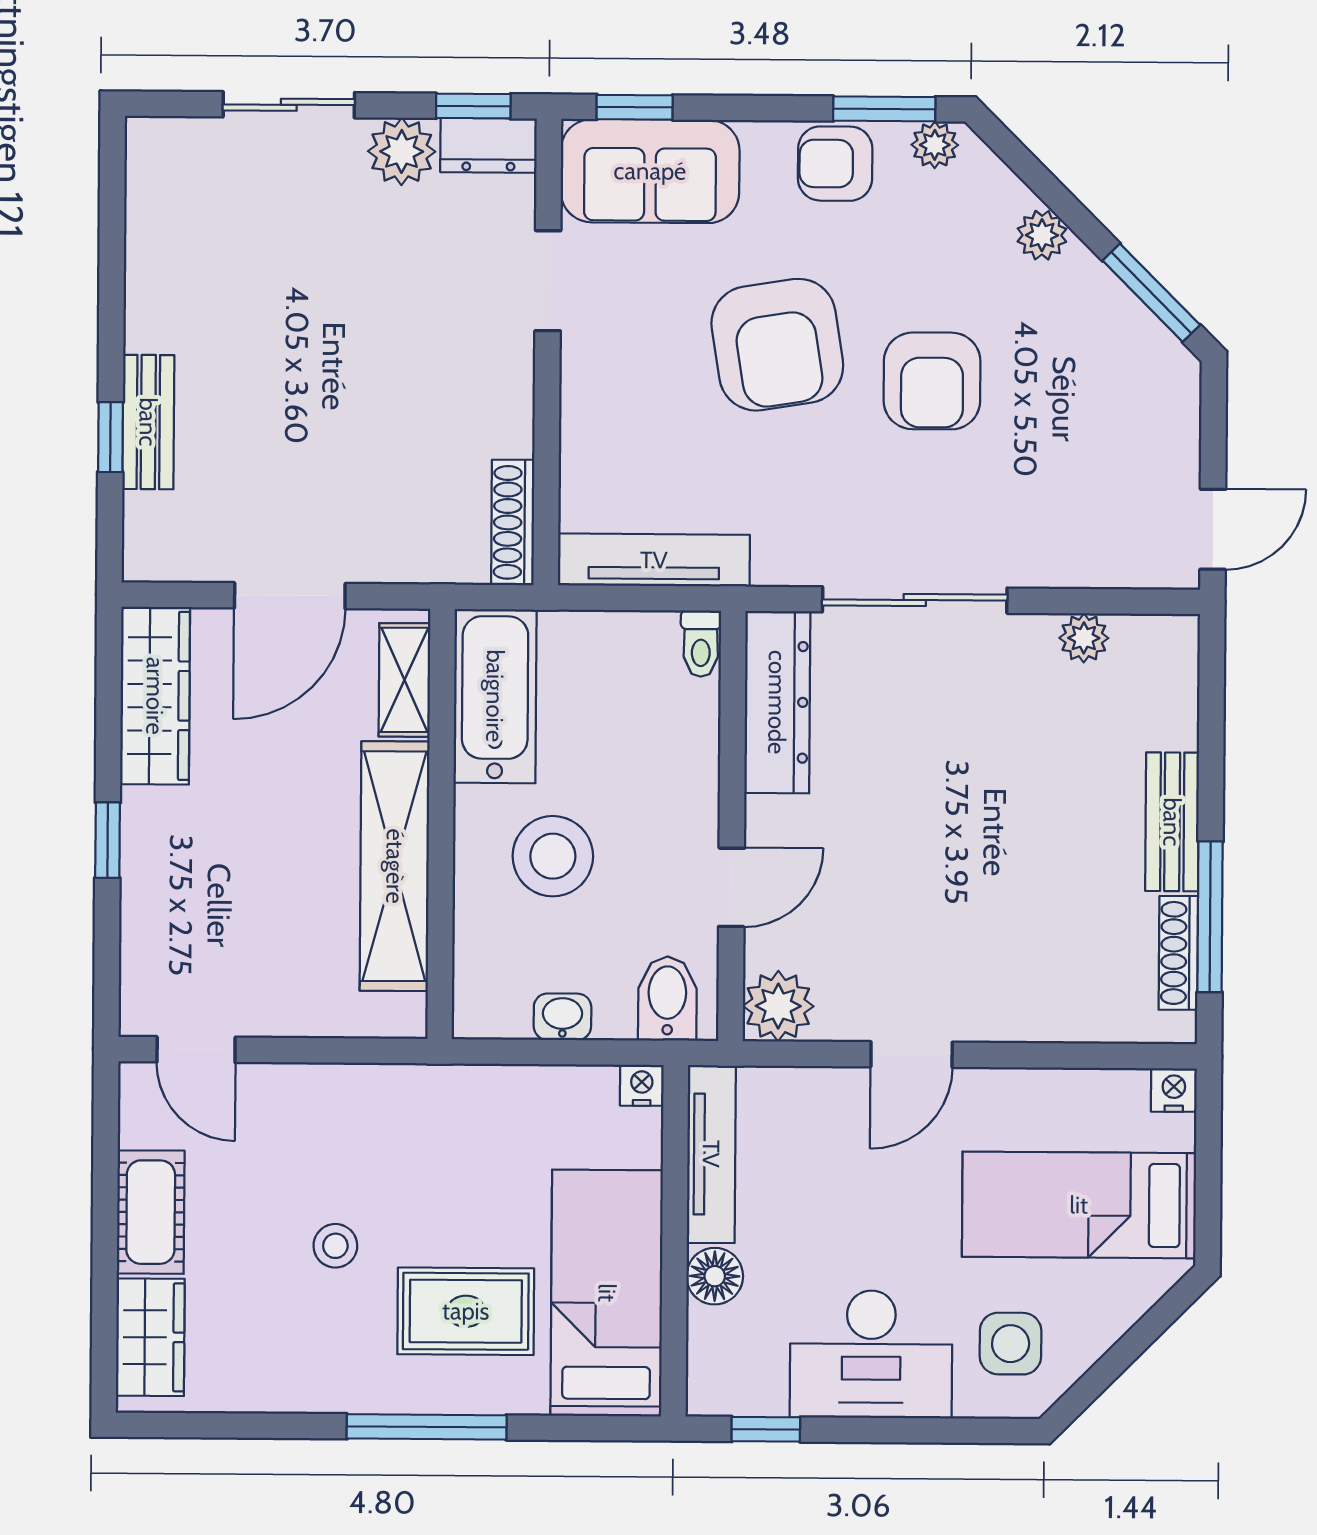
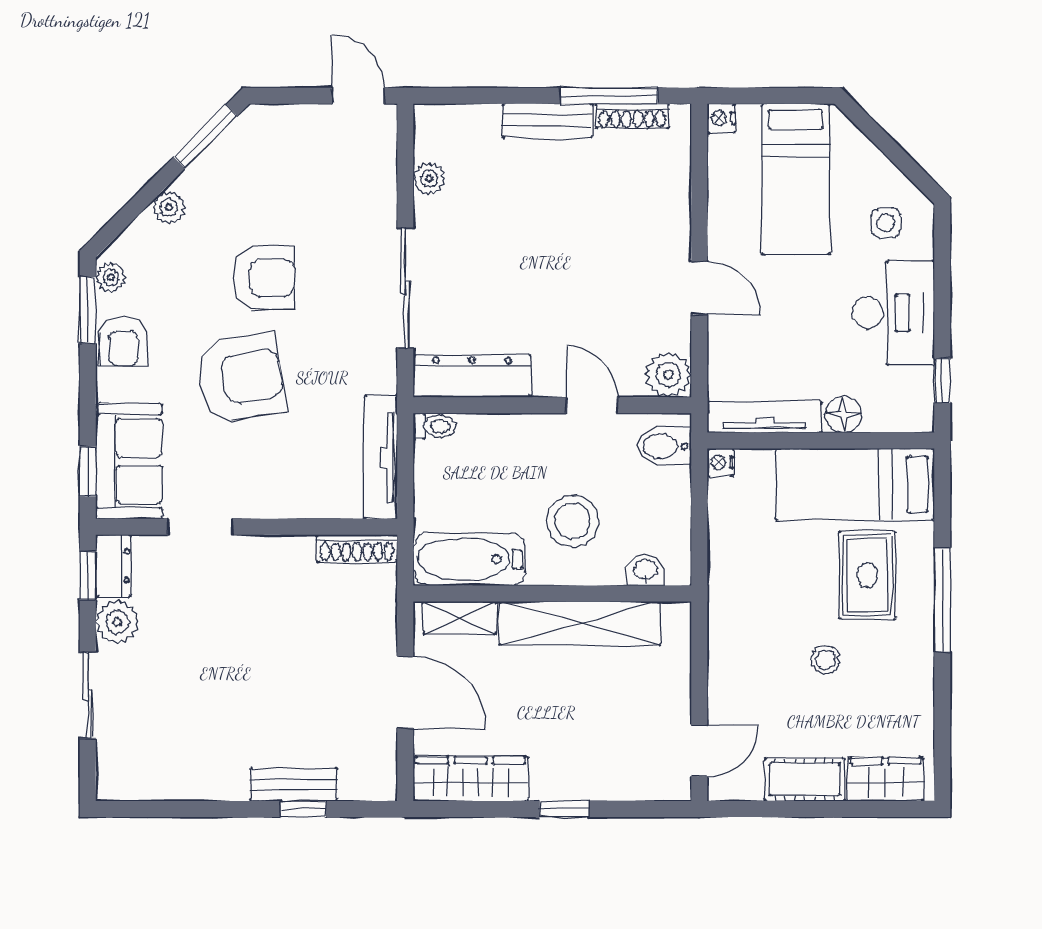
washbasin: (562, 1017) -> (645, 571), moved, turned 90
side table: (1011, 1344) -> (886, 223), width x0.73, depth x0.73

